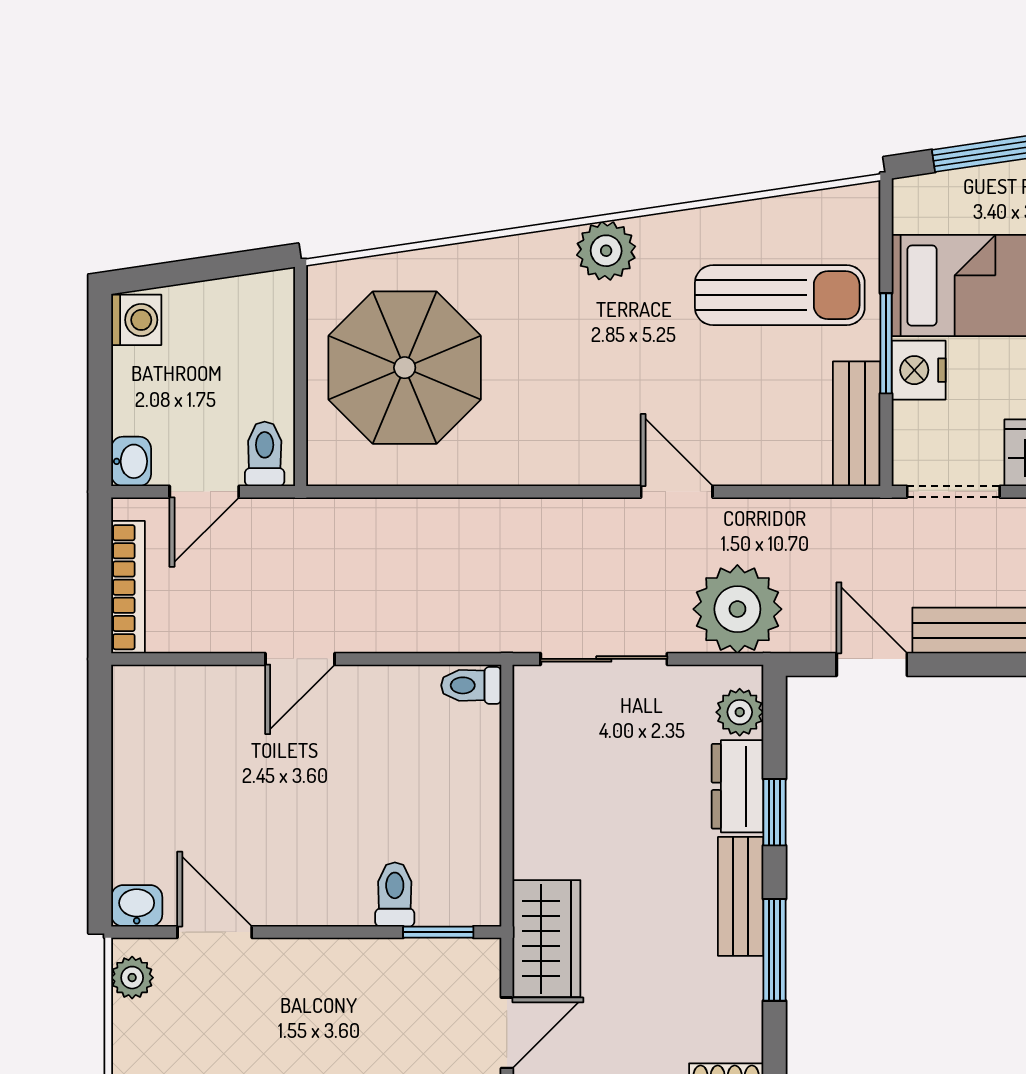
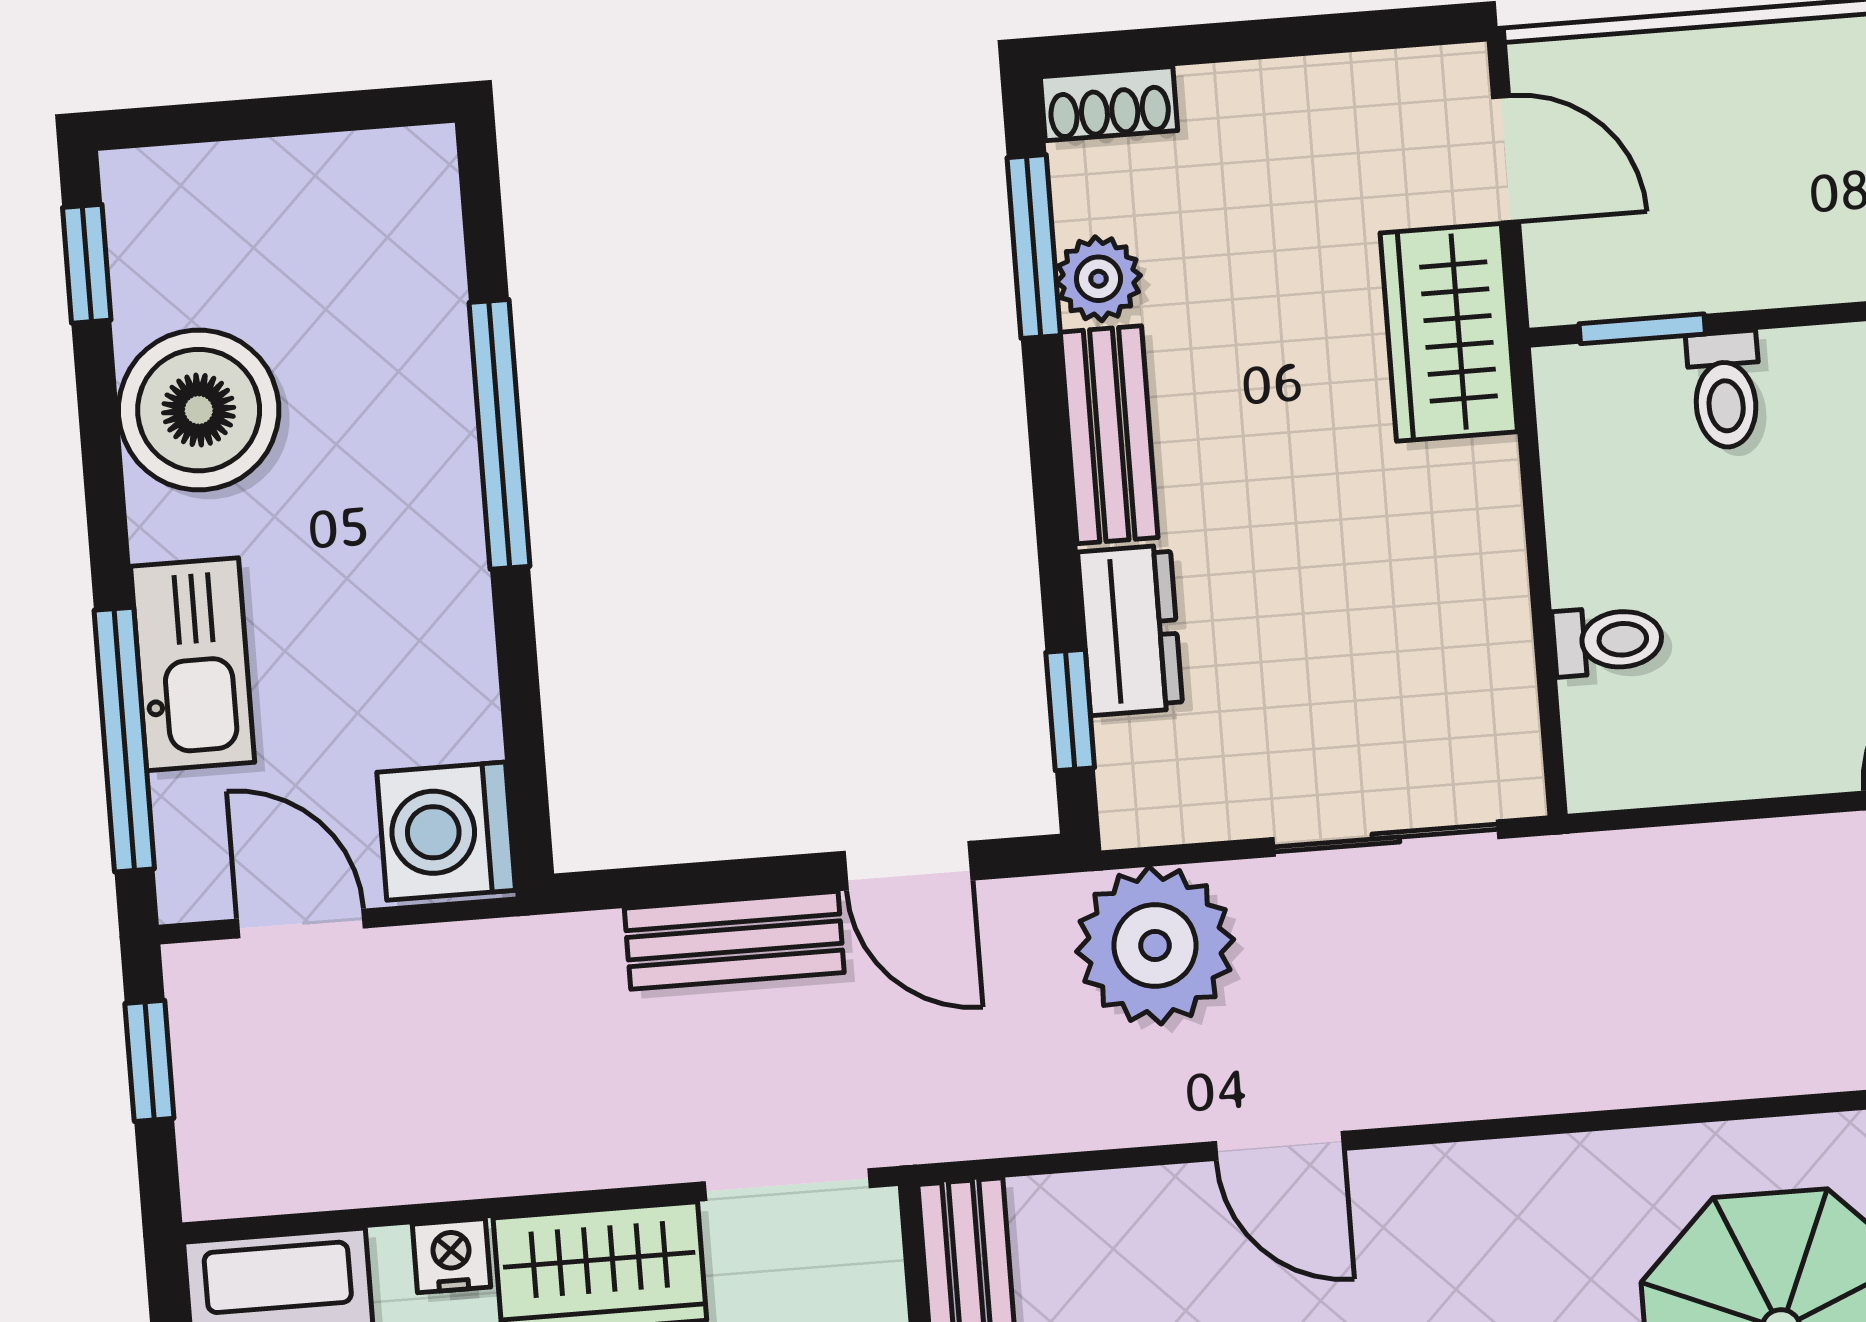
toilet: (471, 685) -> (1608, 640), moved
plant: (740, 712) -> (1098, 279), moved
window: (774, 812) -> (1070, 710), moved
window: (774, 950) -> (1034, 247), moved
door: (507, 1033) -> (1506, 159), swing flipped

